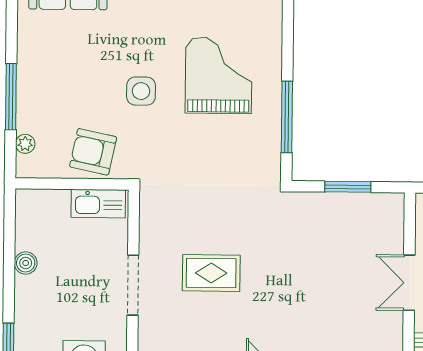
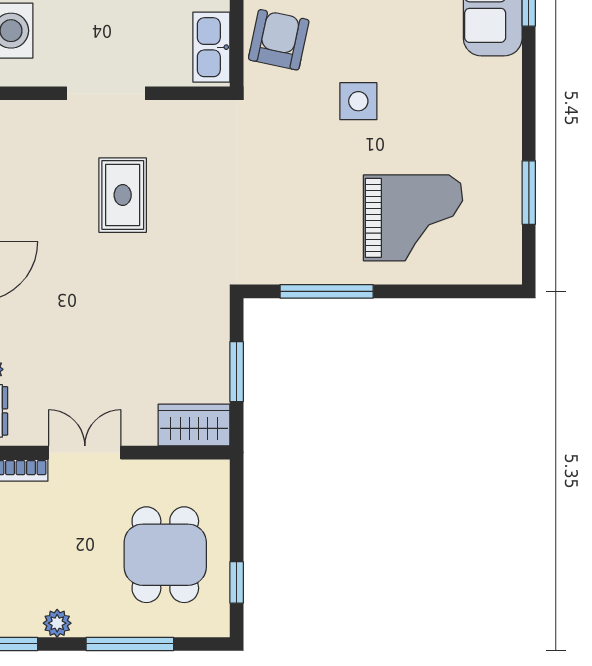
grand piano: (219, 75) -> (413, 218), moved
wardrobe: (389, 220) -> (194, 425), added
double door: (409, 283) -> (85, 453), moved

